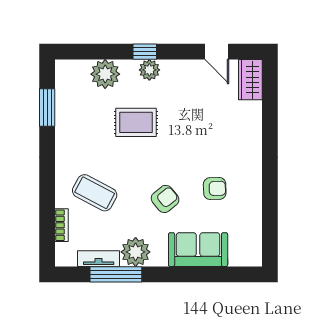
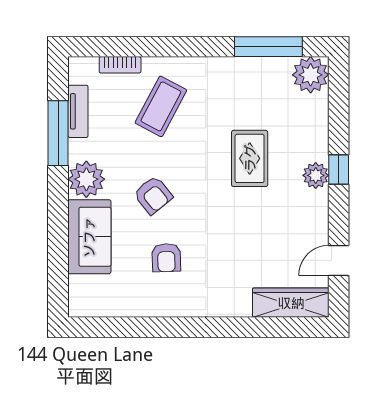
plant: (105, 74) -> (311, 75), moved
wardrobe: (250, 80) -> (291, 303), width x1.50
window: (47, 107) -> (268, 47), width x1.44
plant: (136, 252) -> (86, 179), moved

